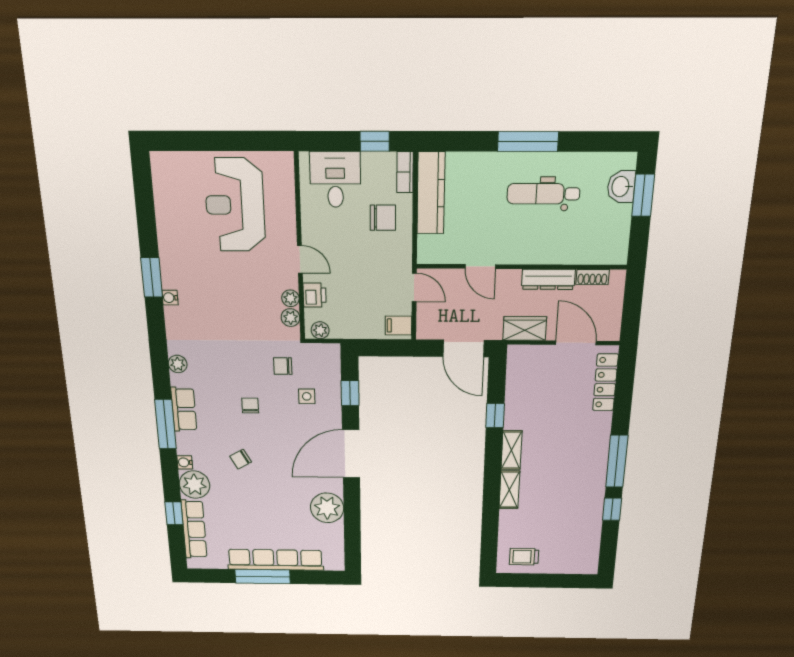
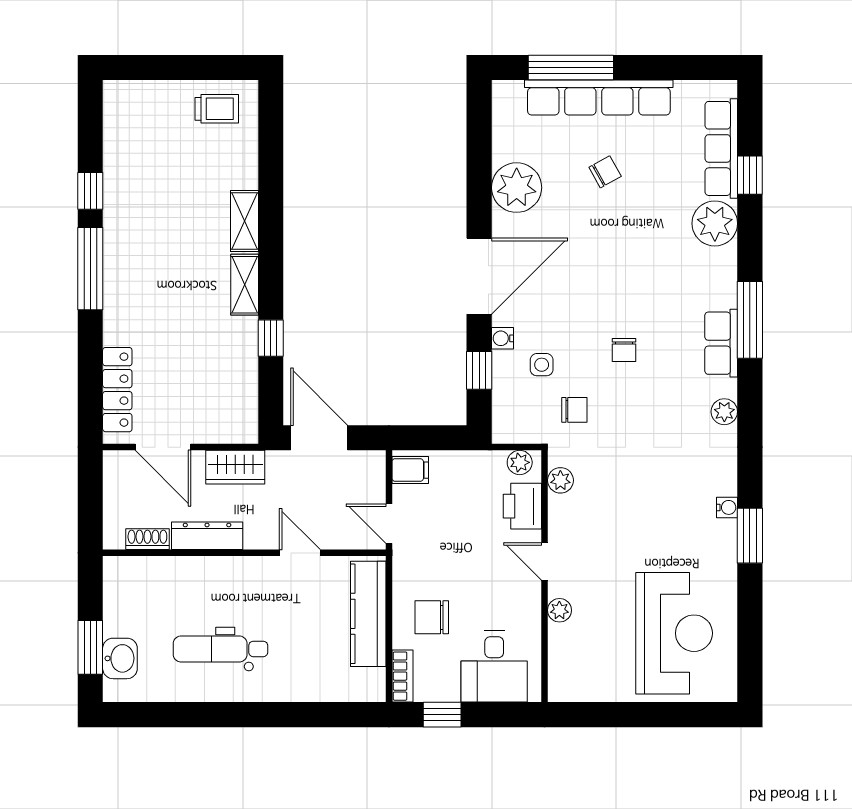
window: (528, 141) -> (244, 715), removed
kitchen counter: (431, 193) -> (368, 614), moved
dental chair: (543, 194) -> (221, 649), turned 180
reception desk: (235, 205) -> (674, 633), moved
printer: (315, 295) -> (522, 506), width x1.36, depth x1.24
plant: (290, 298) -> (559, 610), moved
chair: (241, 459) -> (605, 172), moved
water cooler: (185, 462) -> (503, 338), moved, turned 180
window: (263, 577) -> (571, 67), moved

